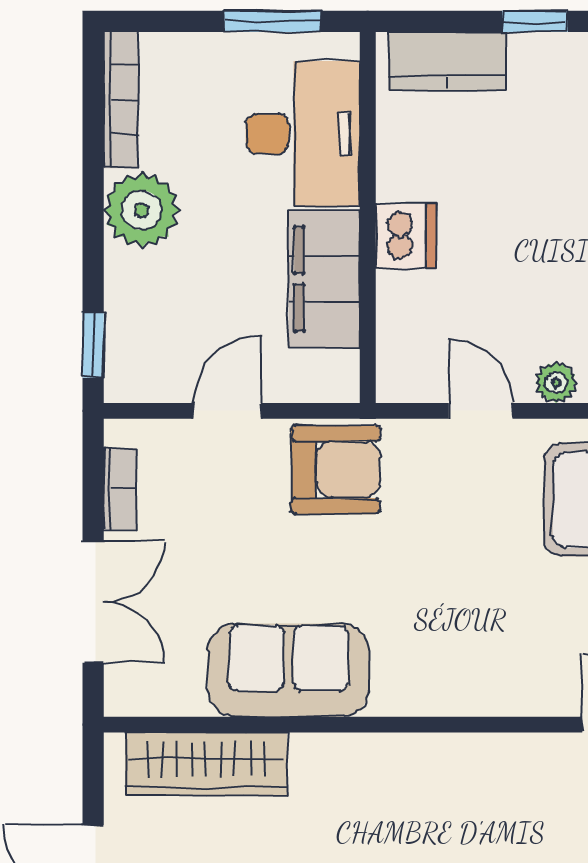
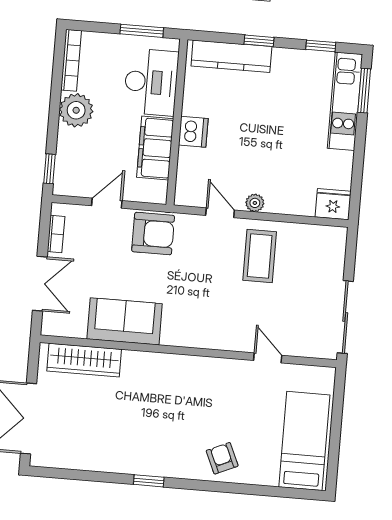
kitchen counter: (447, 61) -> (231, 56), width x1.50

